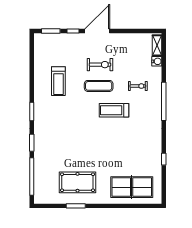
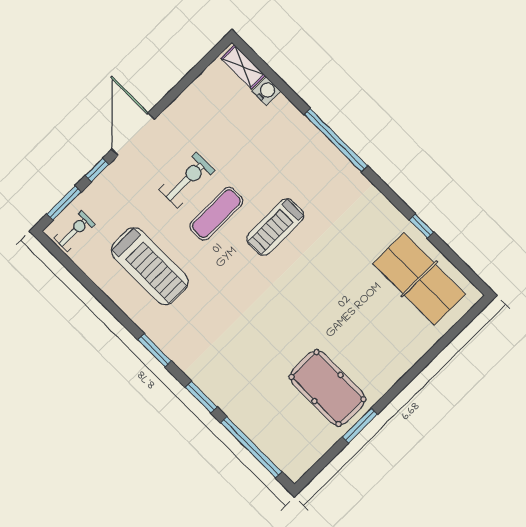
treadmill: (58, 81) -> (150, 266), width x1.37, depth x1.38
exercise bike: (138, 86) -> (74, 231), moved
pool table: (77, 182) -> (327, 388), turned 90
table tennis table: (132, 187) -> (419, 279), moved, turned 90

